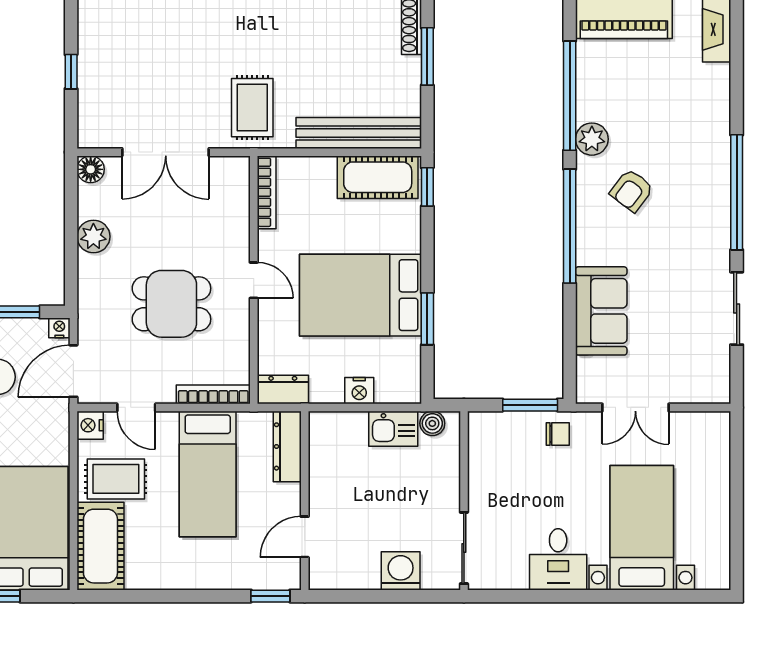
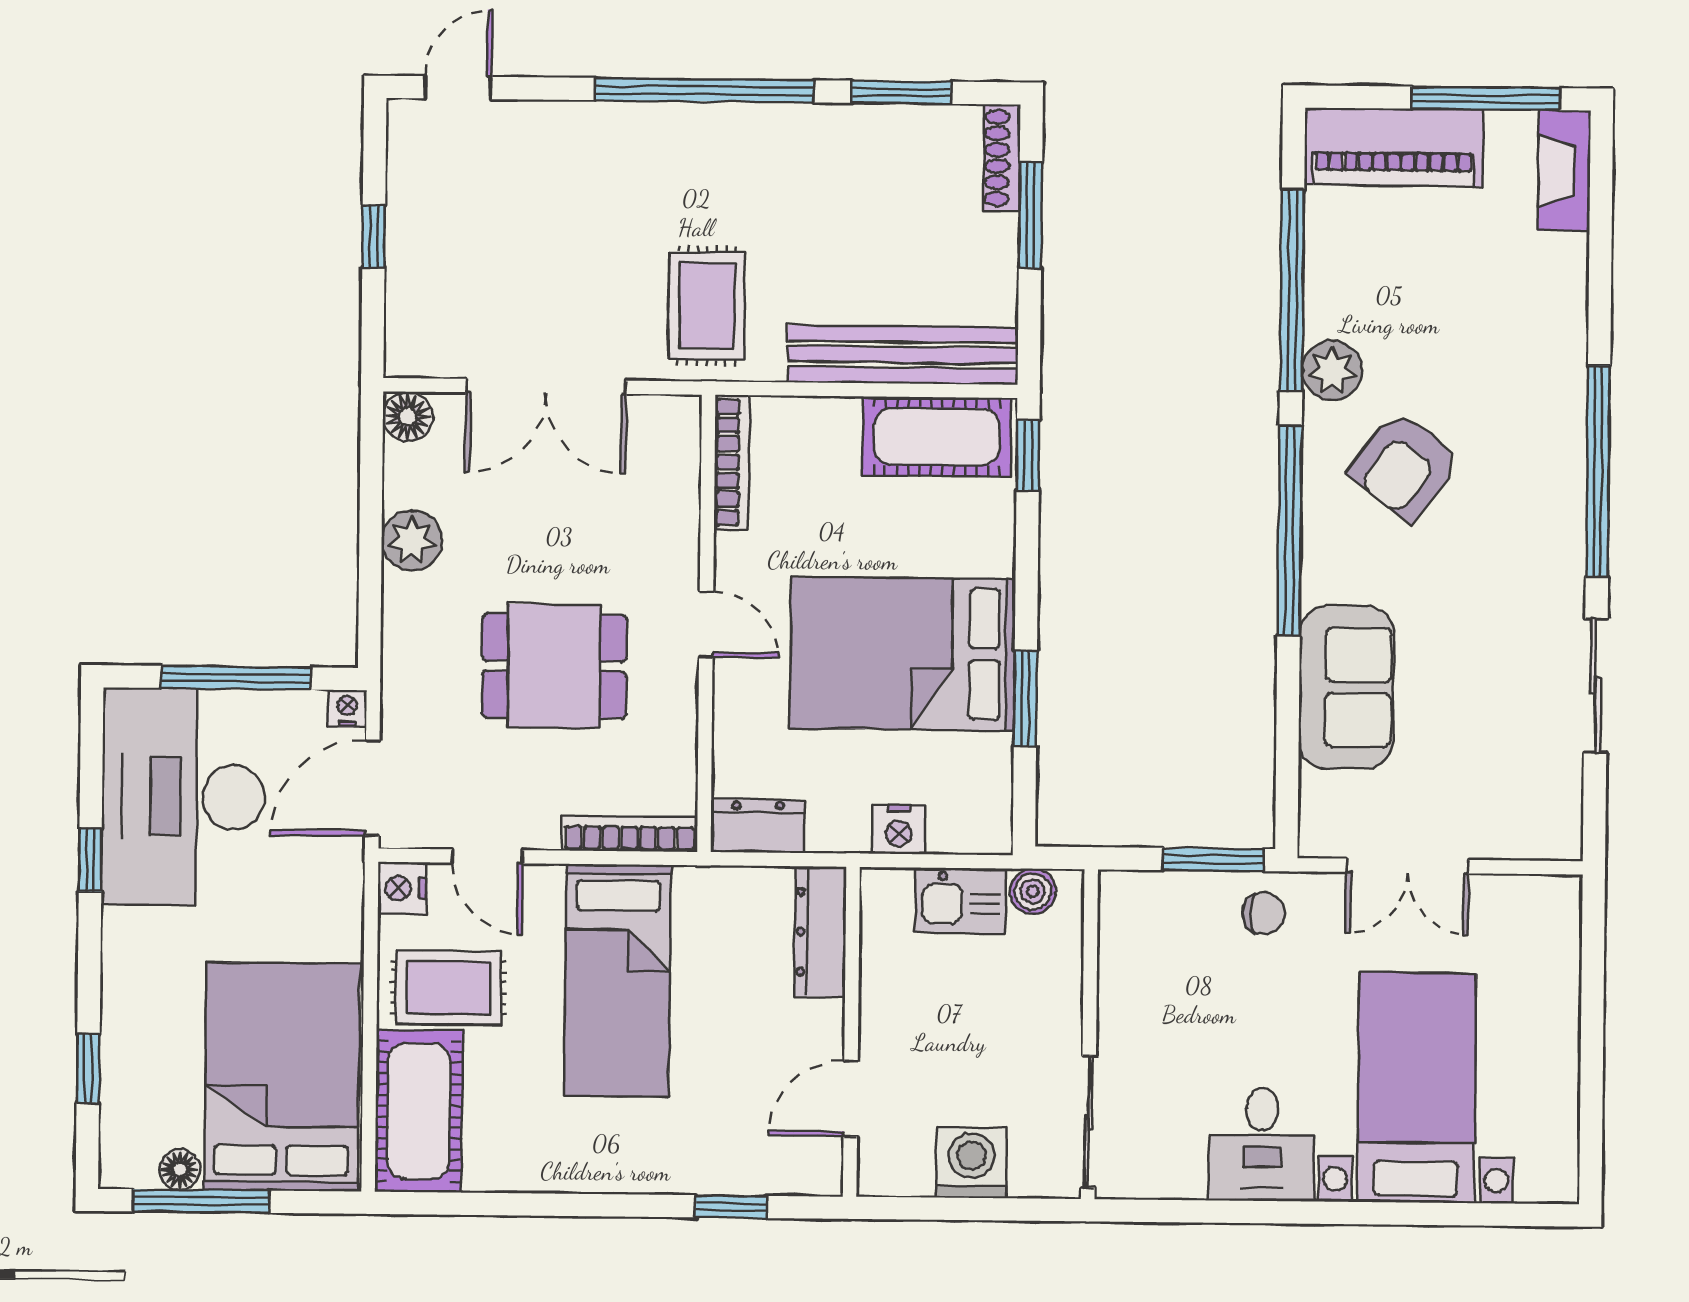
armchair: (632, 190) -> (1404, 466), width x1.38, depth x1.38
dresser: (287, 446) -> (820, 932), moved
wall: (305, 501) -> (851, 1032), moved
door: (305, 537) -> (851, 1099), moved

